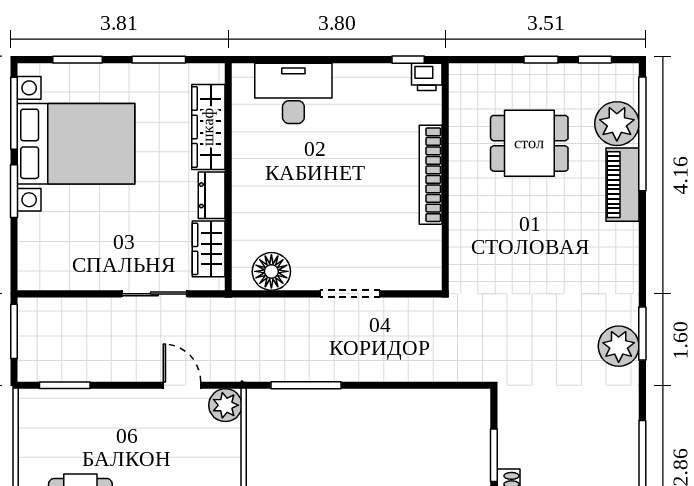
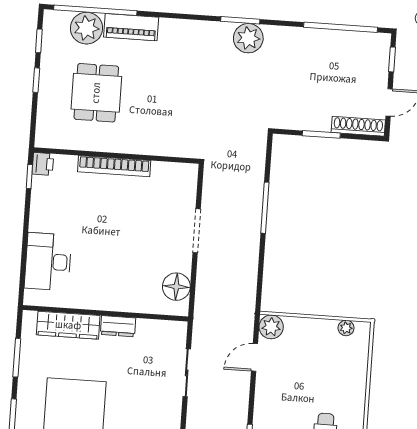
wardrobe: (209, 249) -> (157, 331), removed
window: (306, 385) -> (265, 208), moved

